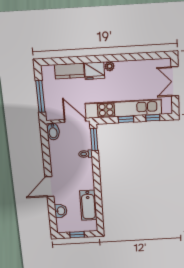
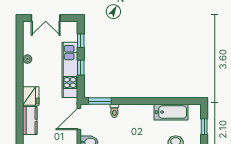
plant: (110, 66) -> (27, 59), moved
kitchen unit: (123, 109) -> (70, 70), width x0.73

